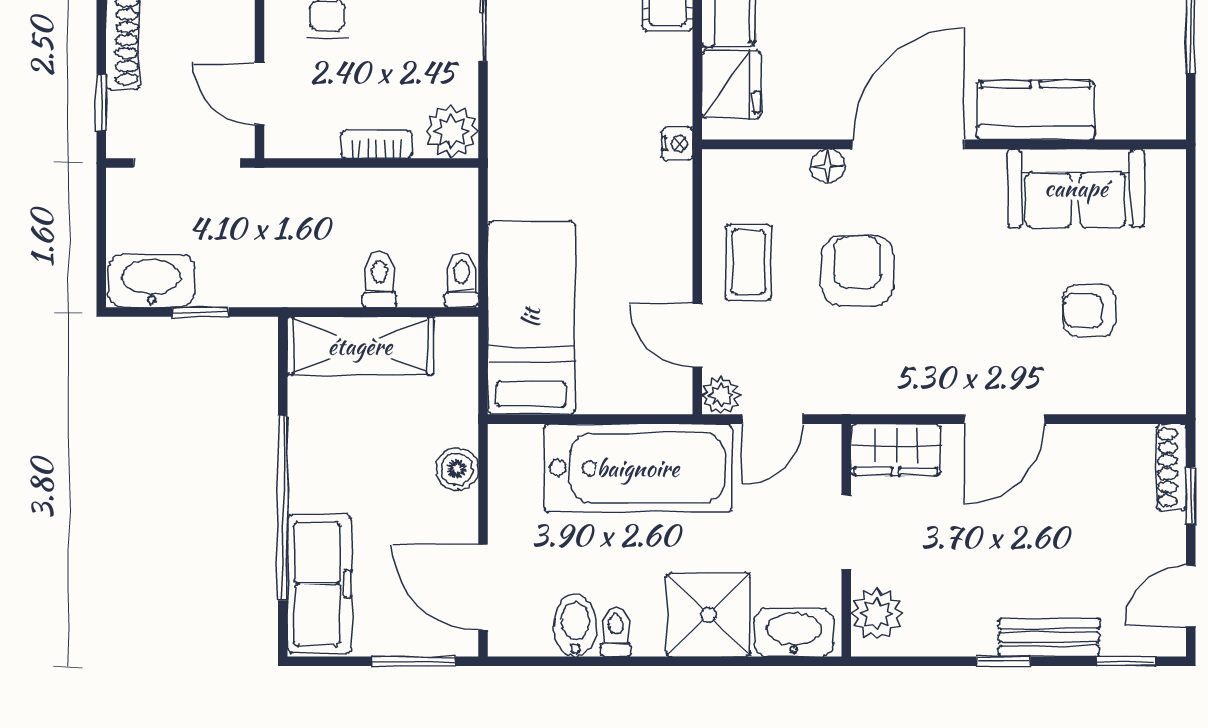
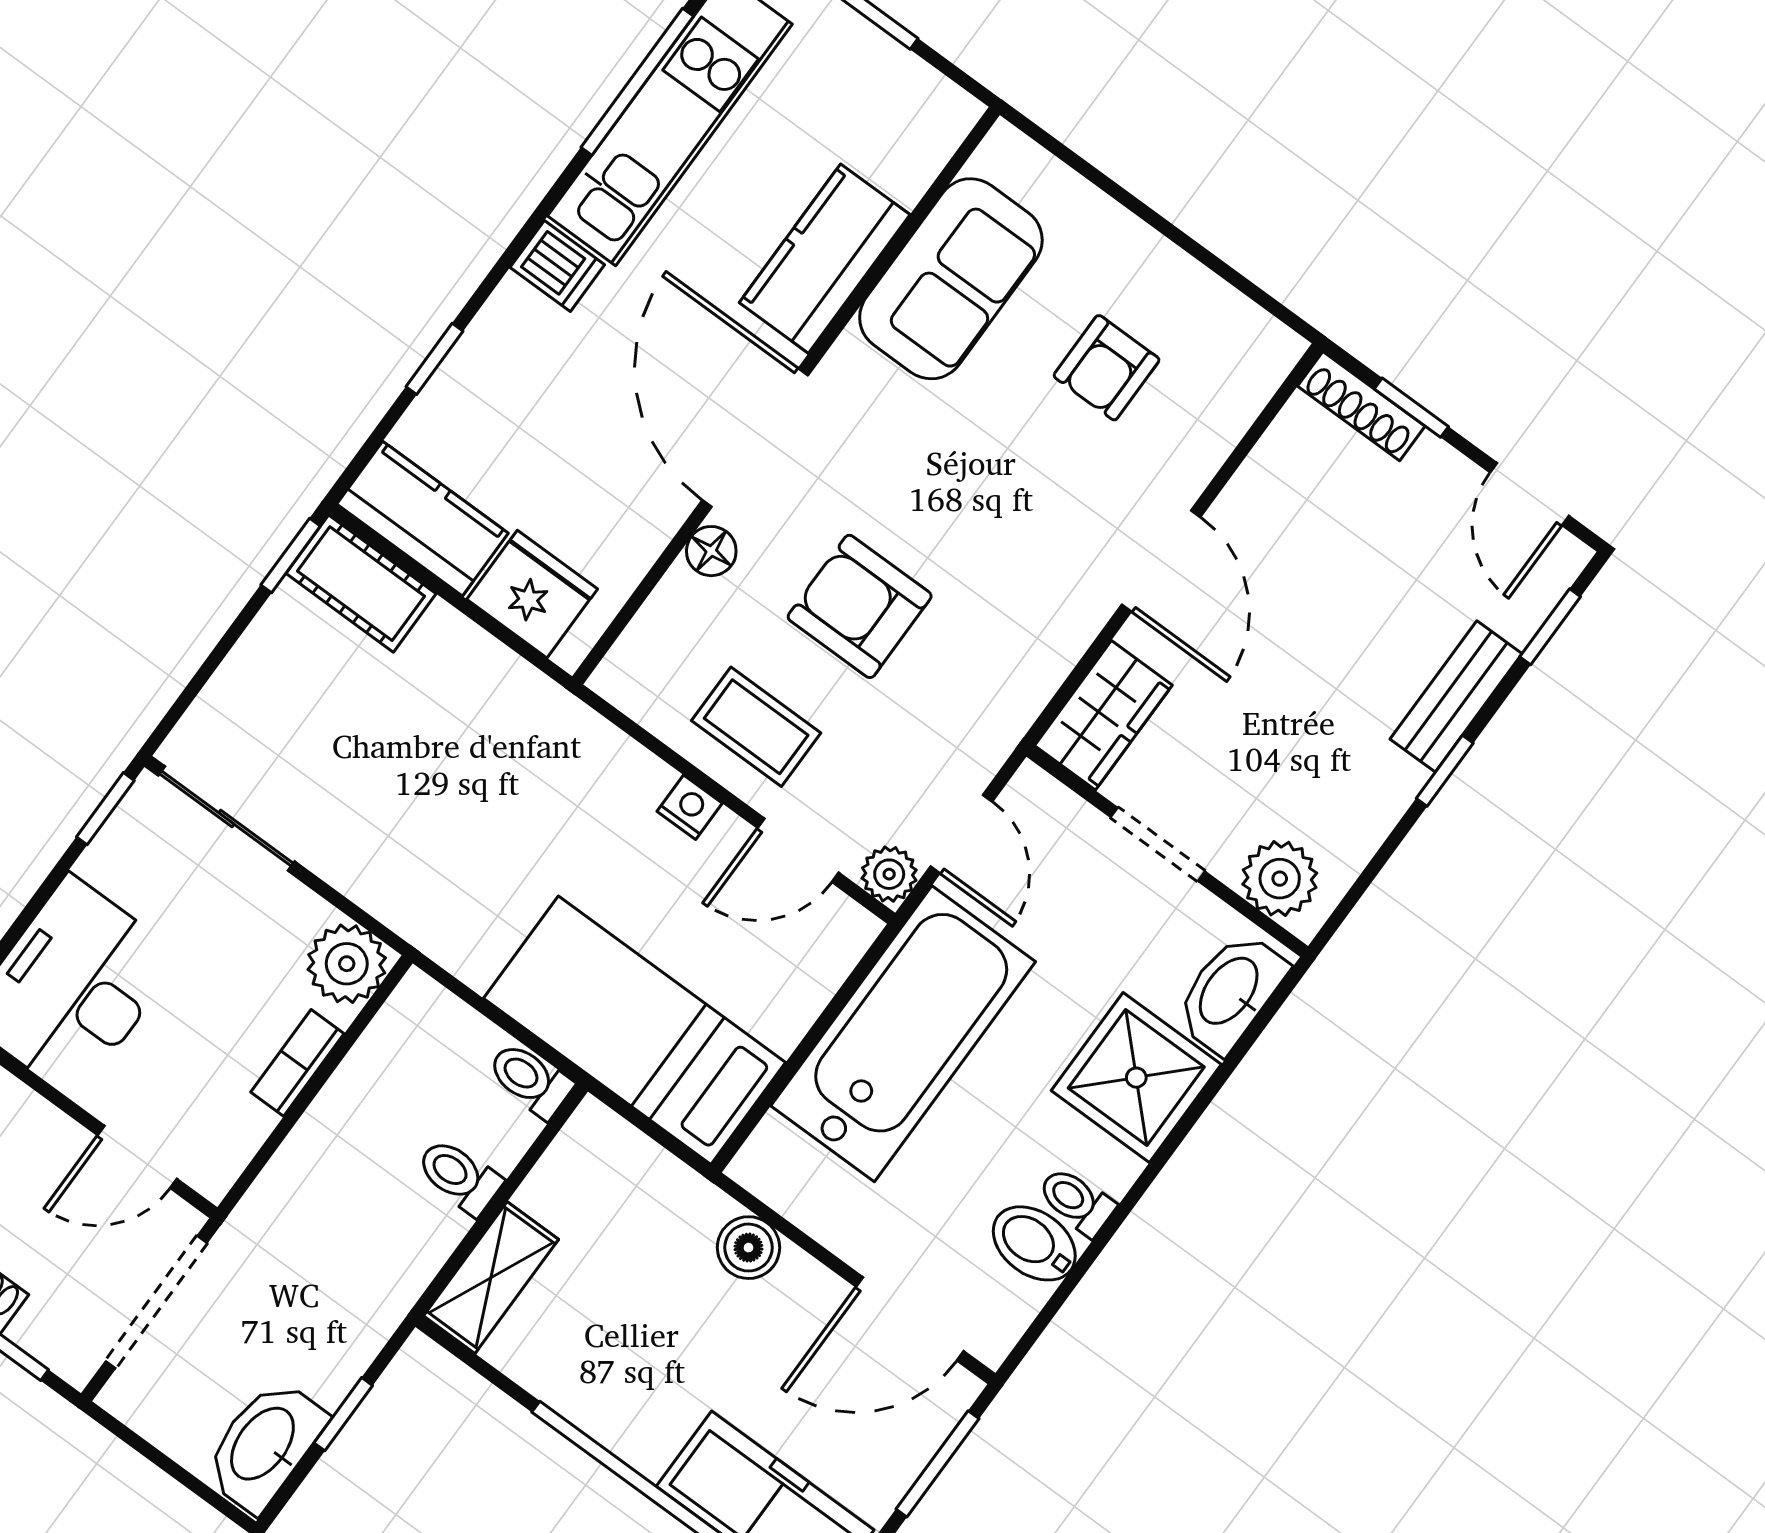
nightstand: (677, 144) -> (690, 807), moved
shelving: (360, 346) -> (491, 1278), width x0.67, depth x0.75

